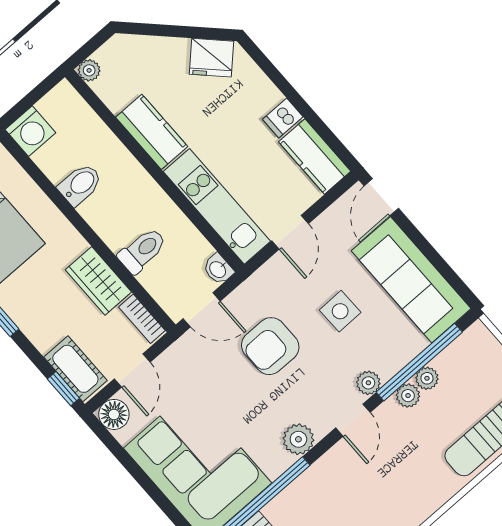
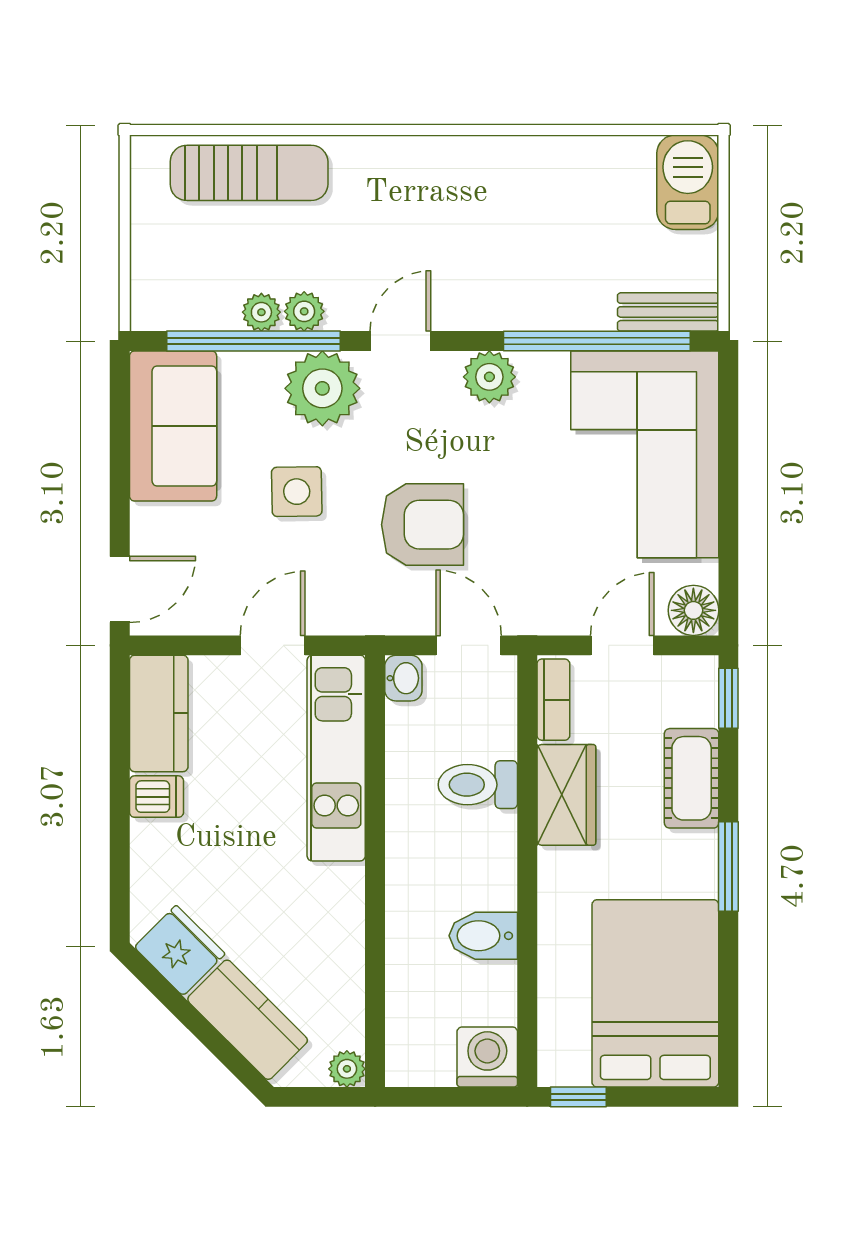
kitchen counter: (152, 132) -> (248, 1020), moved, turned 135
sofa: (411, 280) -> (173, 426), width x0.73
cot: (75, 369) -> (692, 778), moved
plant: (368, 383) -> (322, 388), width x1.88, depth x1.88

